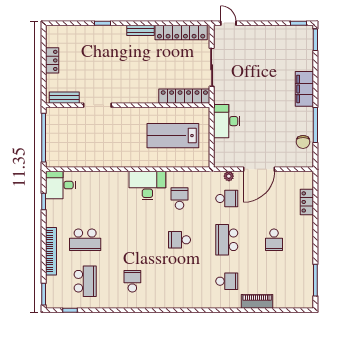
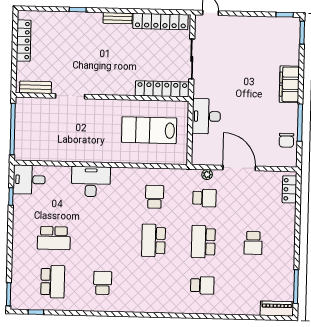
locker: (52, 60) -> (24, 41), width x1.53
door: (259, 169) -> (239, 168), swing flipped
desk: (147, 186) -> (91, 182), moved
locker: (307, 202) -> (289, 189), moved
school desk: (180, 240) -> (153, 240), width x1.85
bookcase: (51, 251) -> (17, 249), removed
piano: (257, 301) -> (277, 309), moved

